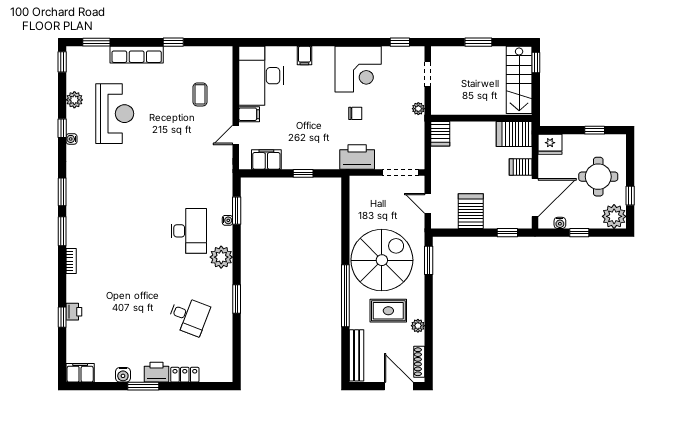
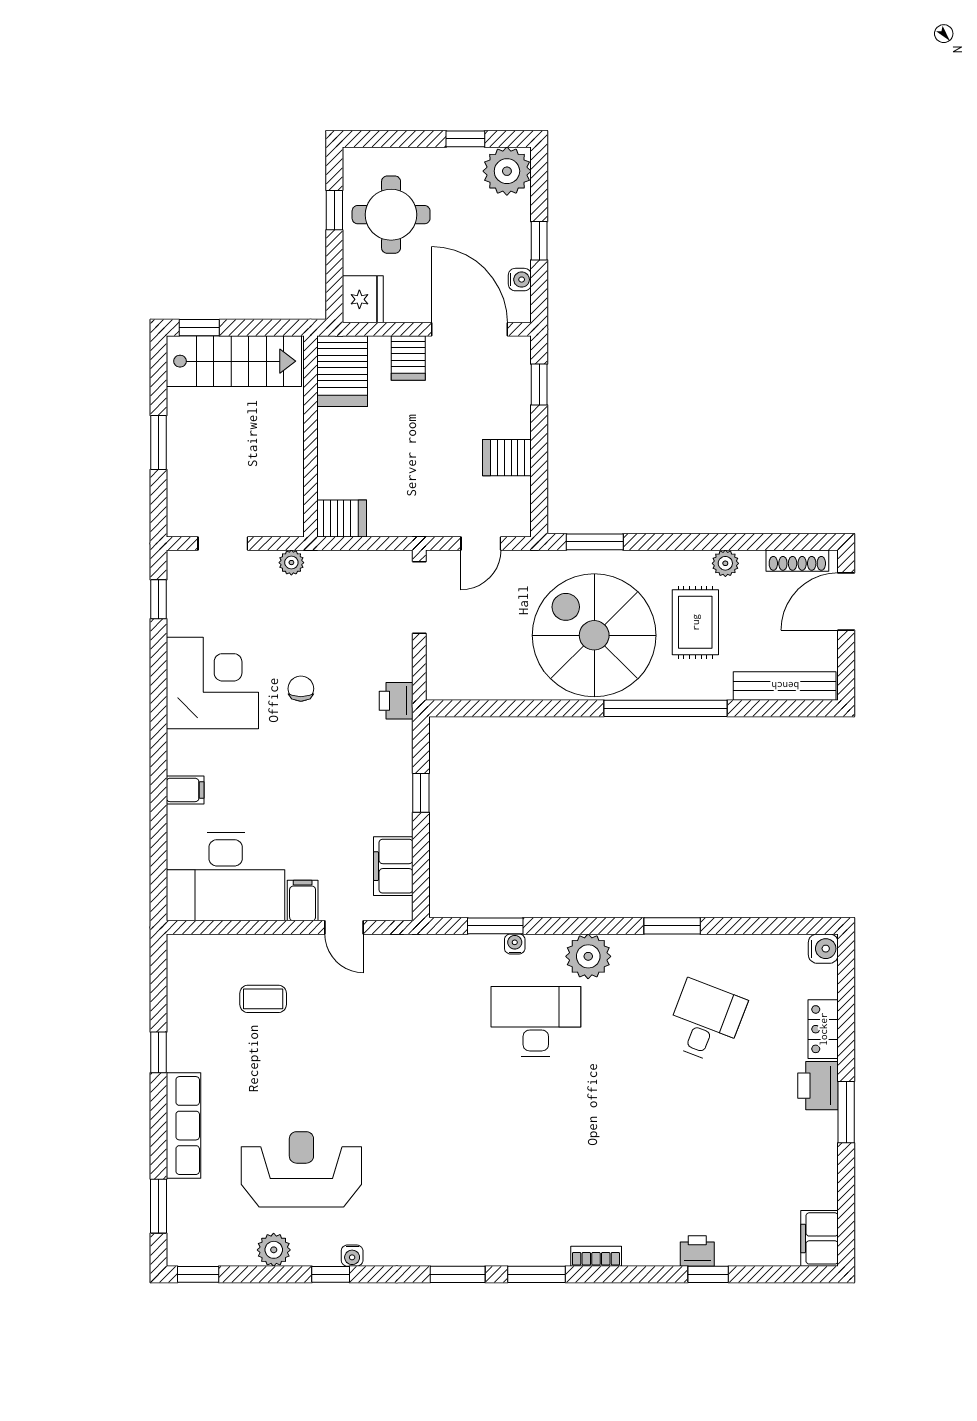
printer: (357, 157) -> (396, 701), width x0.53, depth x0.68
round table: (598, 177) -> (391, 215), moved
server rack: (471, 211) -> (507, 458), width x0.73, depth x0.70
water cooler: (123, 375) -> (823, 949), moved

